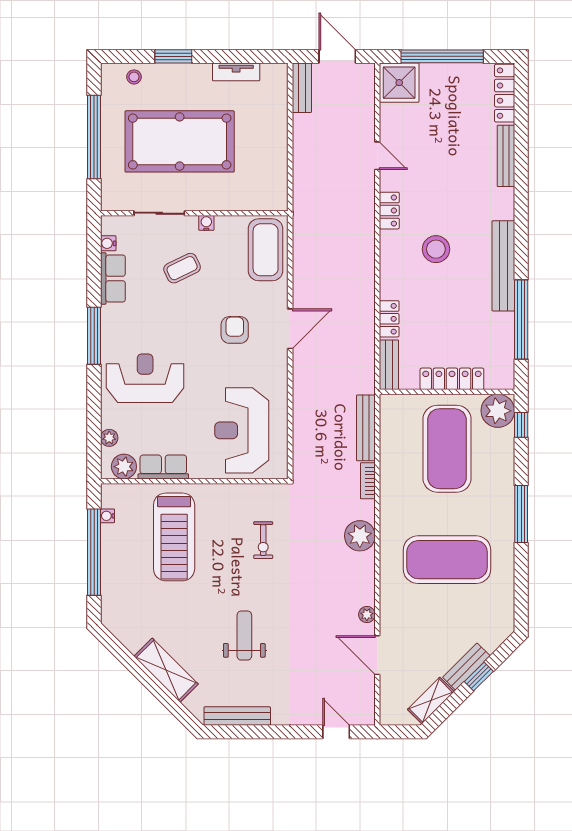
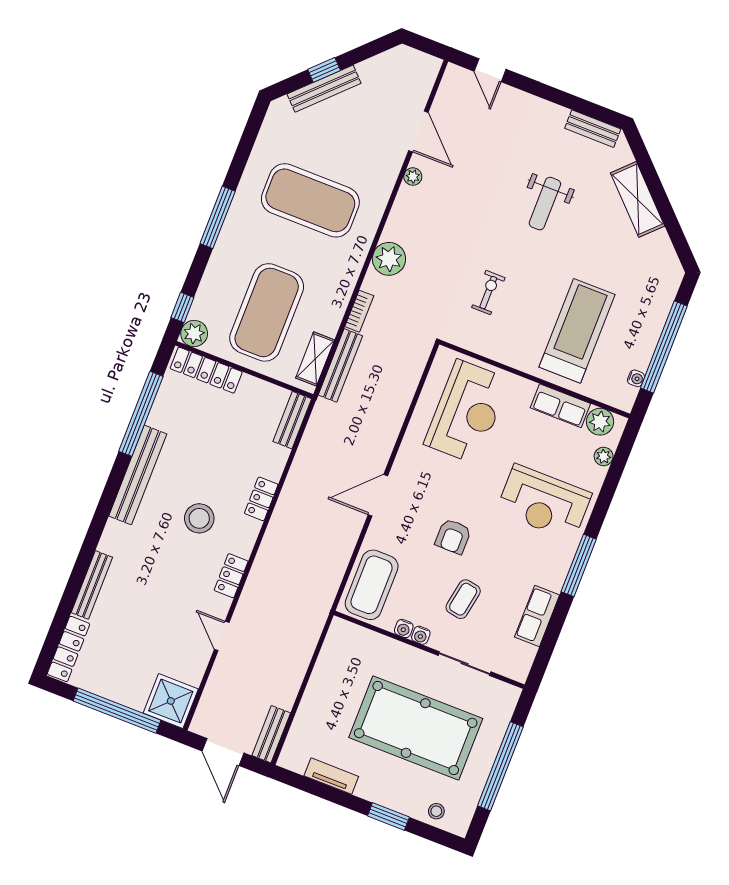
water cooler: (108, 243) -> (404, 628), moved, turned 90
coffee table: (182, 268) -> (463, 599), turned -54
locker: (389, 319) -> (261, 499), moved
armchair: (235, 330) -> (453, 536), moved
locker: (452, 379) -> (206, 370), moved
plant: (498, 411) -> (194, 333), width x0.73, depth x0.73
bench: (466, 667) -> (324, 89), width x1.36
shelving: (431, 701) -> (315, 359), moved, turned -45
bench: (237, 716) -> (593, 129), width x0.73

